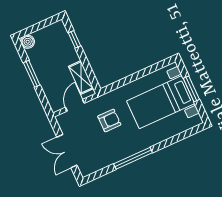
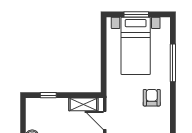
armchair: (109, 120) -> (152, 98), moved
window: (133, 158) -> (173, 63), moved

